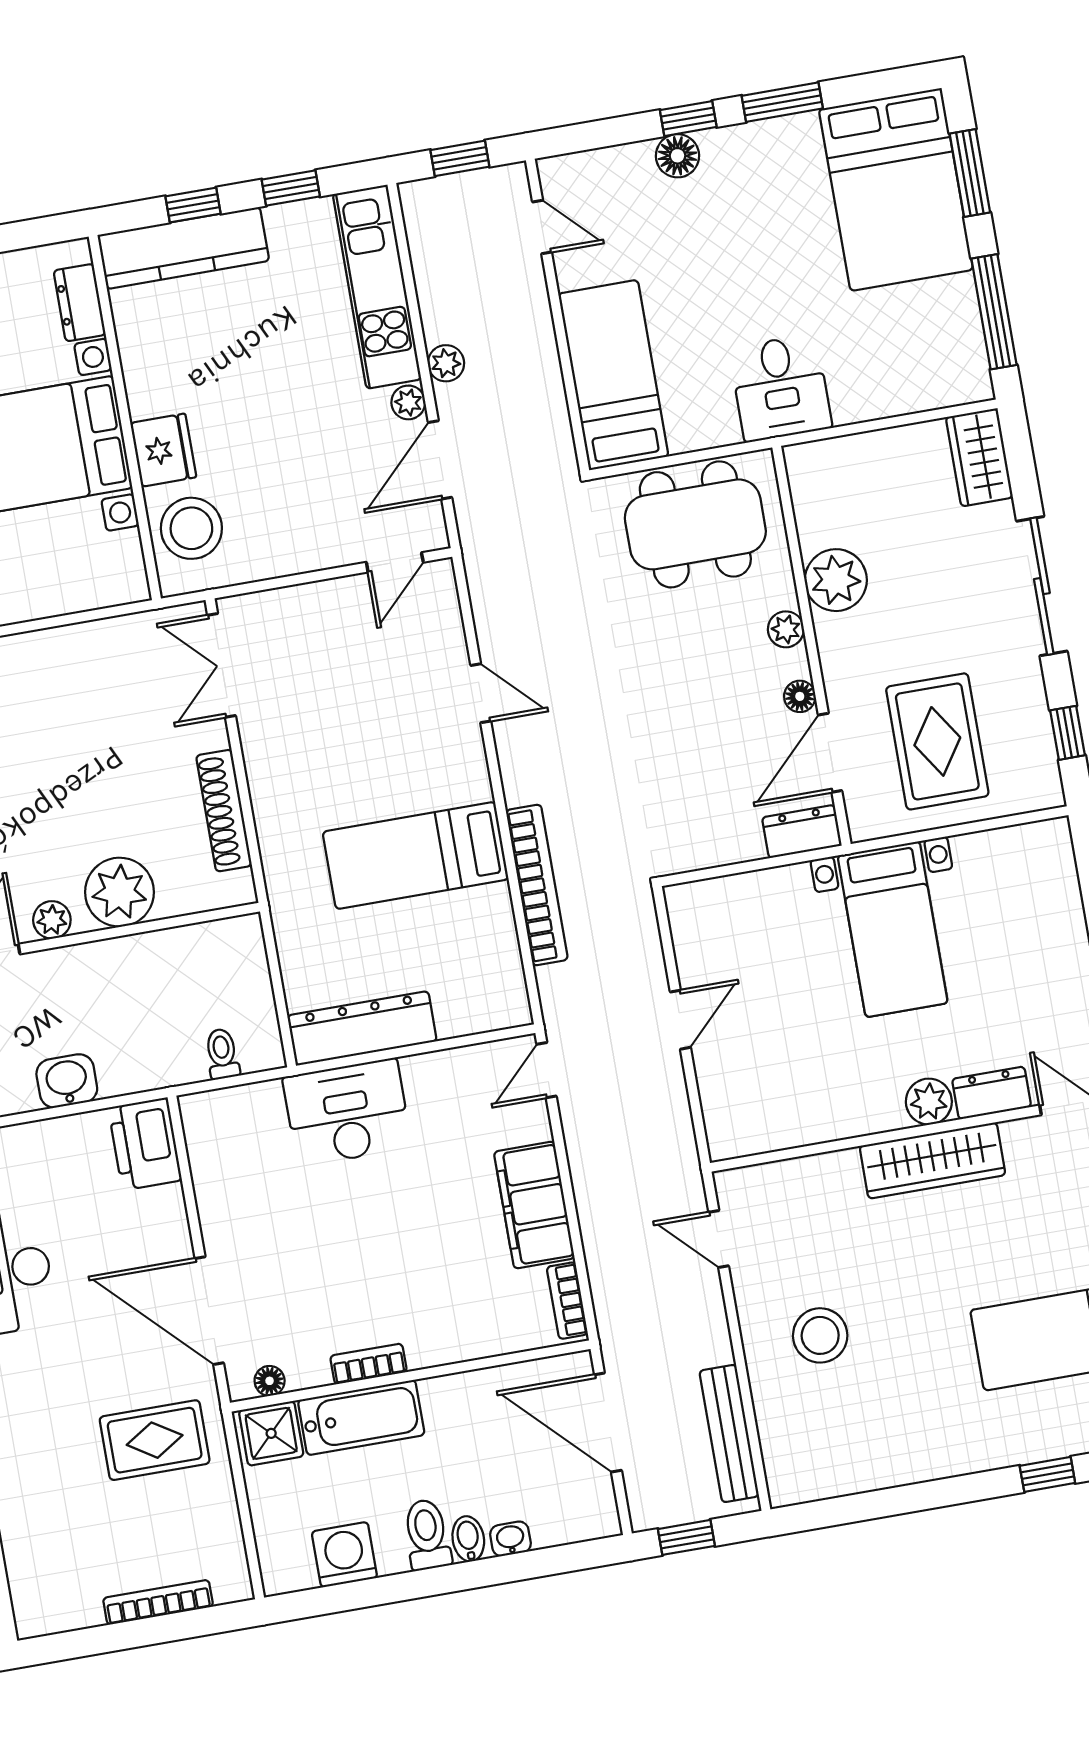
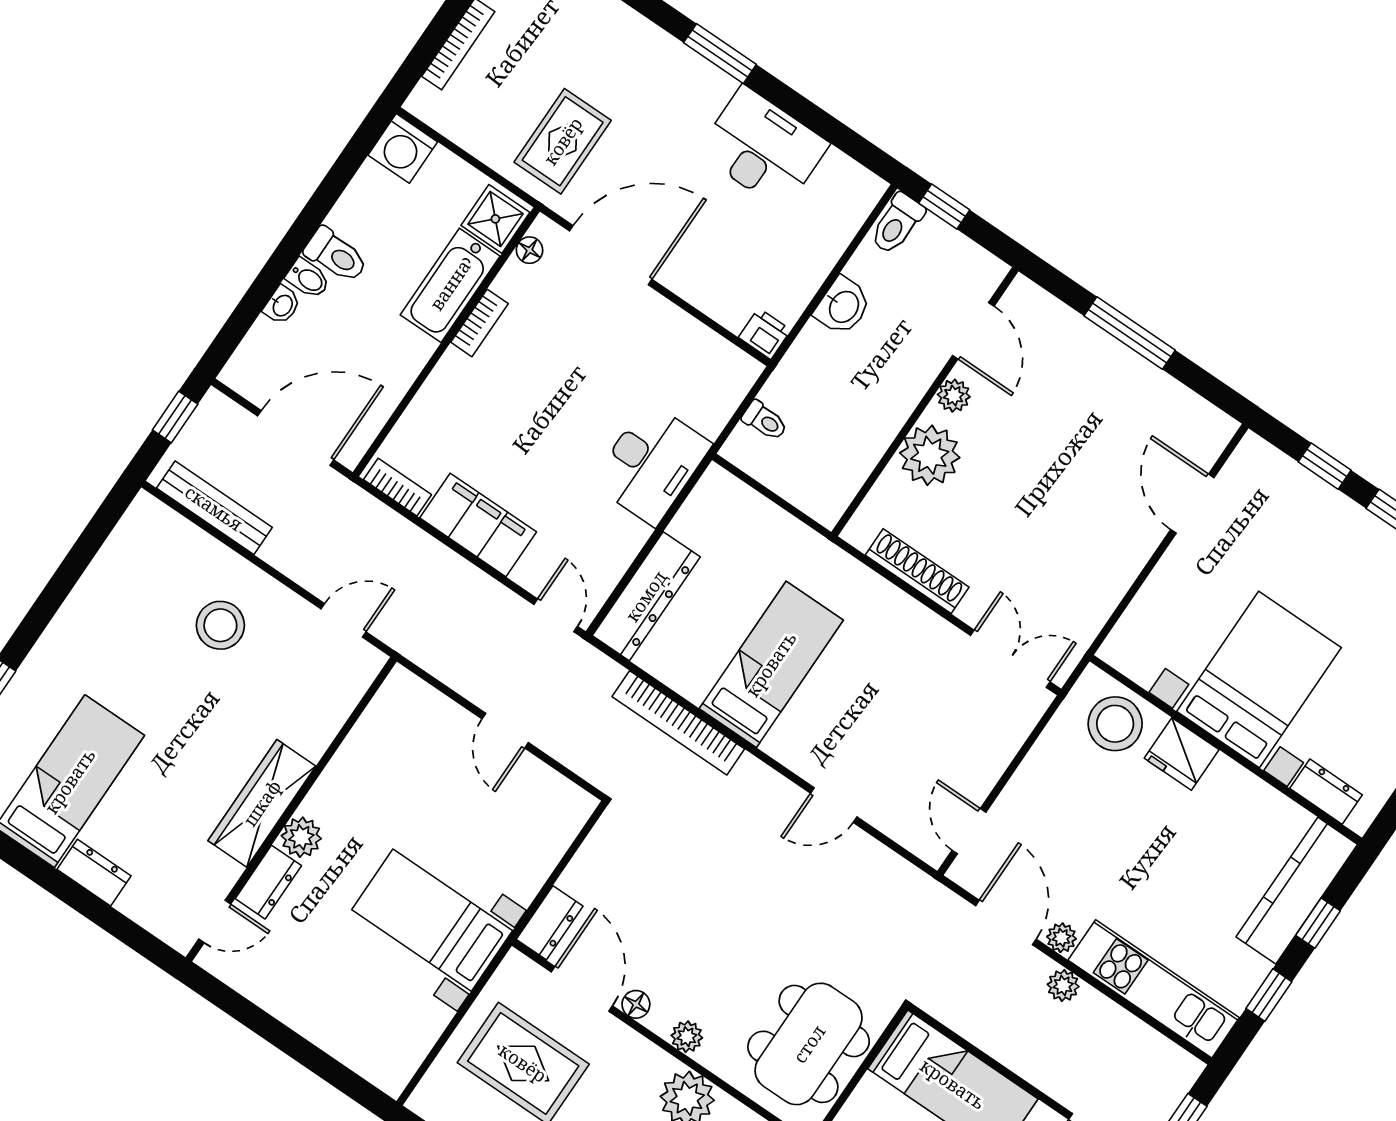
dresser: (362, 1028) -> (646, 596), moved
printer: (145, 1144) -> (765, 334), width x0.53, depth x0.68
washing machine: (344, 1555) -> (403, 148), moved, turned 90

